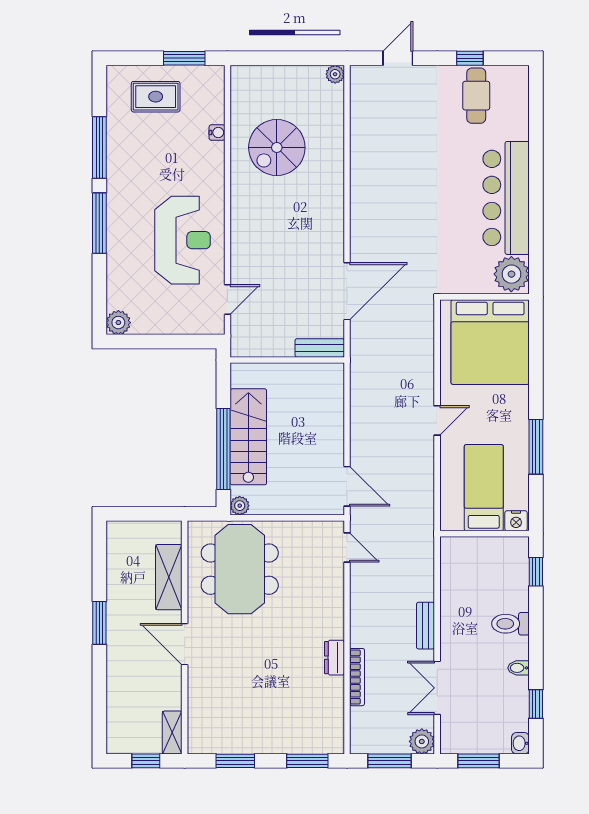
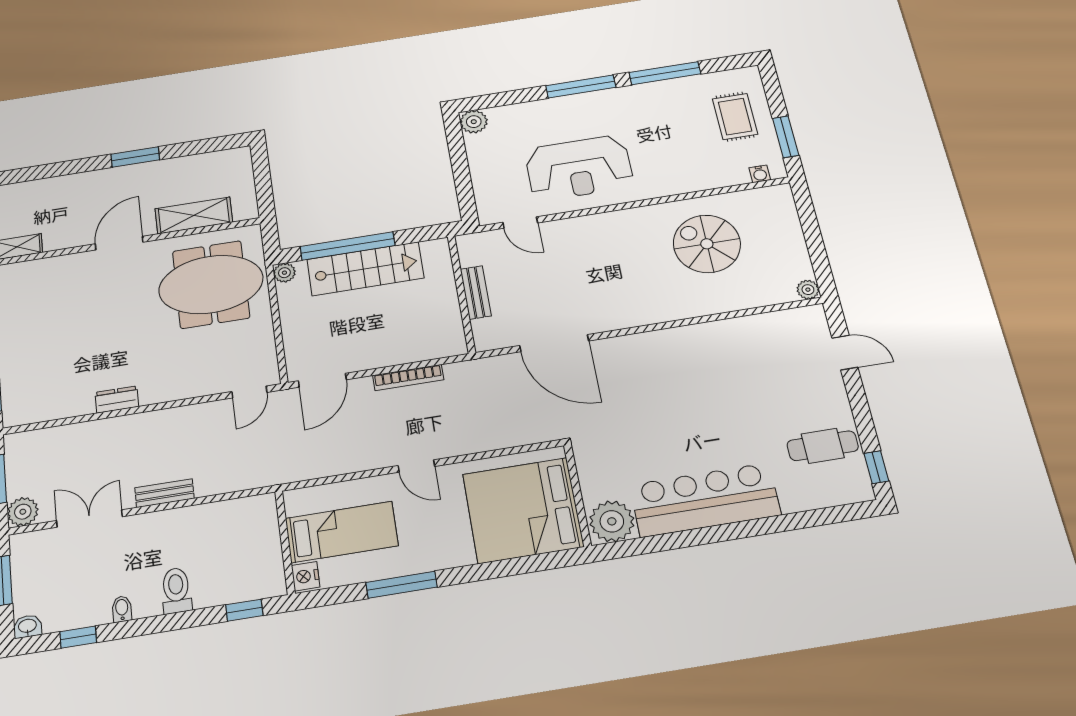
window: (470, 58) -> (876, 467), moved
water cooler: (217, 133) -> (760, 174), moved
bench: (320, 348) -> (476, 292), moved
bookcase: (357, 677) -> (408, 378), moved

